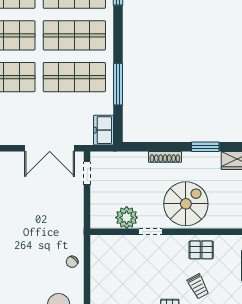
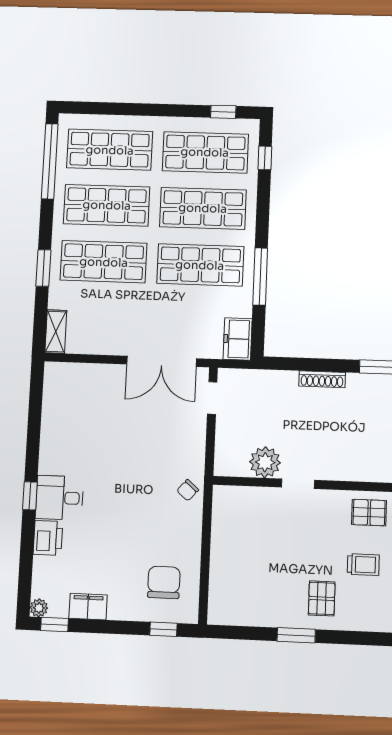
spiral stairs: (186, 204) -> (349, 446), removed
chair: (72, 262) -> (188, 490), moved
trolley: (198, 286) -> (363, 565), turned -62

